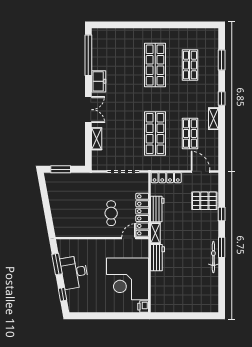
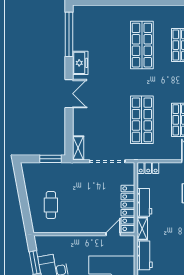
shelving: (97, 139) -> (78, 148), moved
window: (61, 169) -> (50, 159), moved
locker: (166, 178) -> (148, 168), width x0.66
cafe table: (111, 213) -> (51, 205), moved

